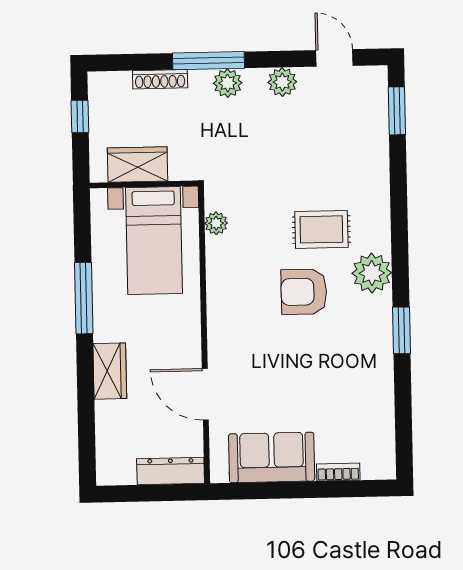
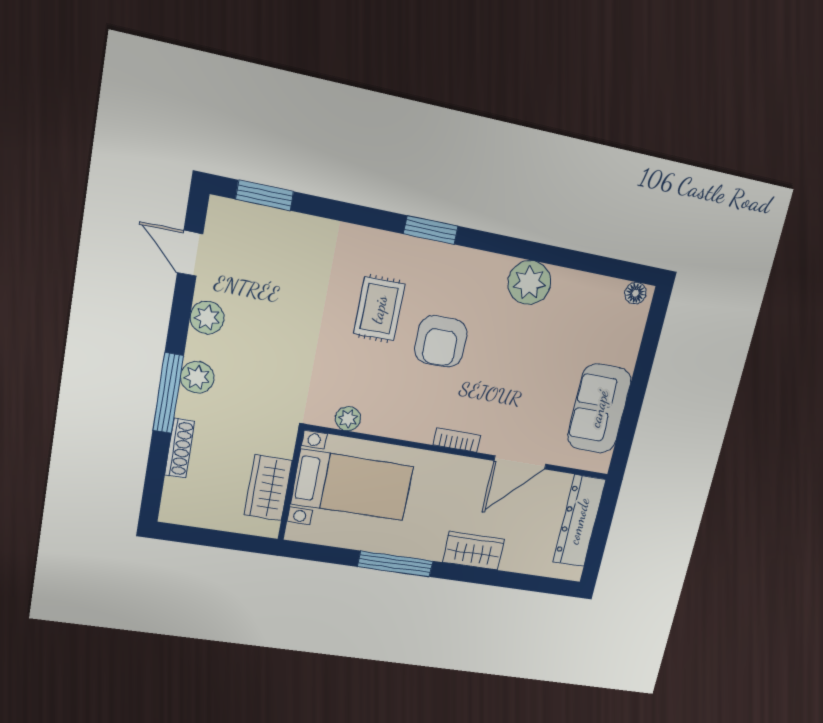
door: (334, 58) -> (190, 253), hinge flipped
window: (80, 116) -> (205, 537), removed
plant: (372, 273) -> (529, 283), moved
window: (401, 330) -> (431, 230), moved
floor lamp: (386, 462) -> (636, 293), added
dresser: (171, 471) -> (579, 521), width x1.37, depth x1.24
bookcase: (338, 472) -> (457, 440), moved, turned 90

